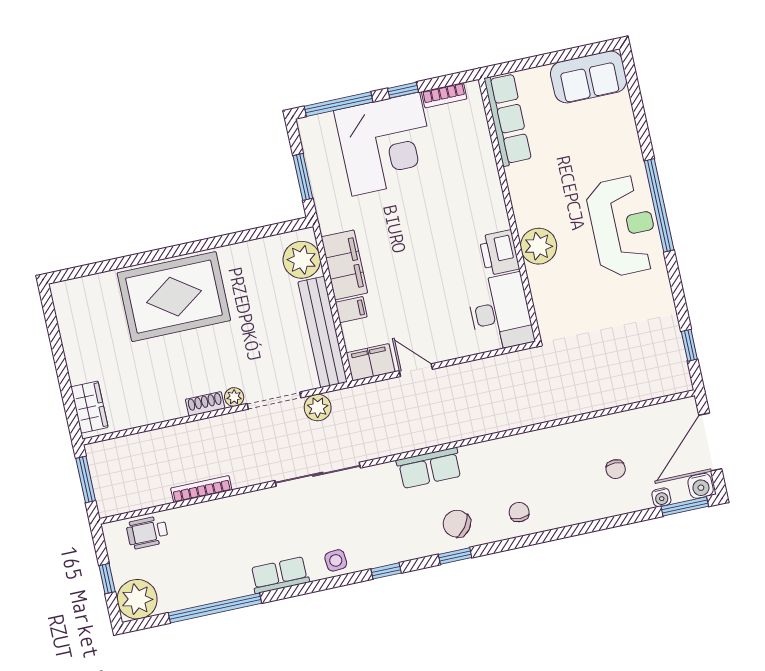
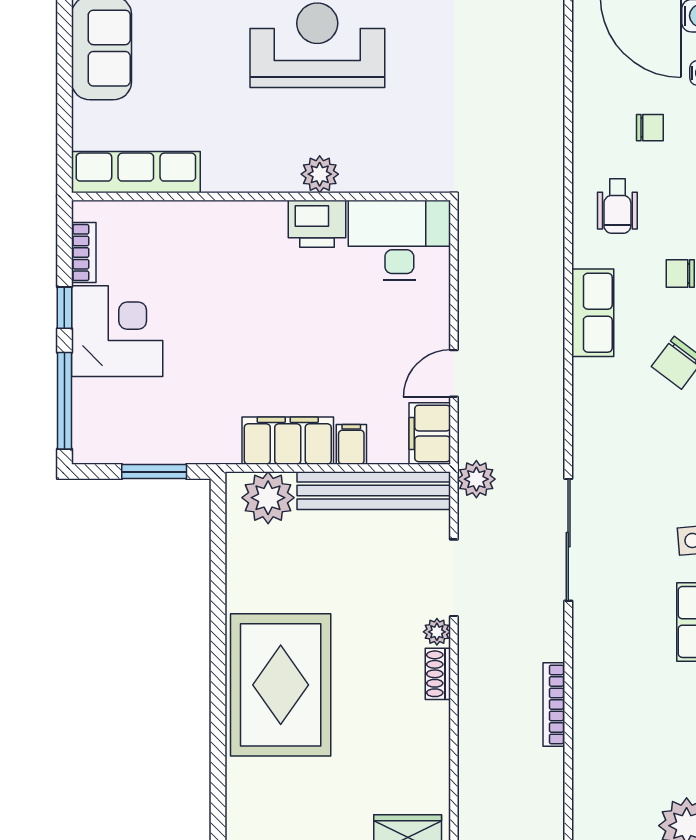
corner desk: (386, 144) -> (117, 331), width x0.74, depth x0.74
plant: (539, 246) -> (320, 174), width x0.73, depth x0.73
plant: (318, 408) -> (476, 479), moved
row of seats: (429, 468) -> (593, 313), moved
wheelchair: (147, 532) -> (617, 206), moved

